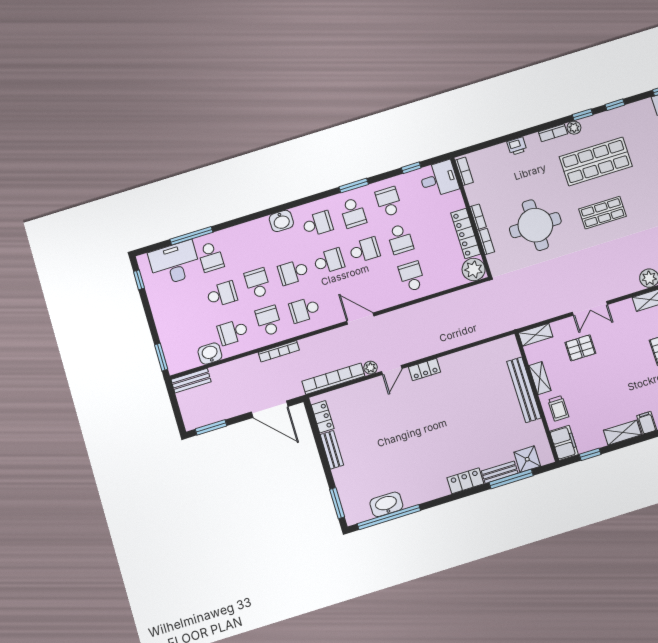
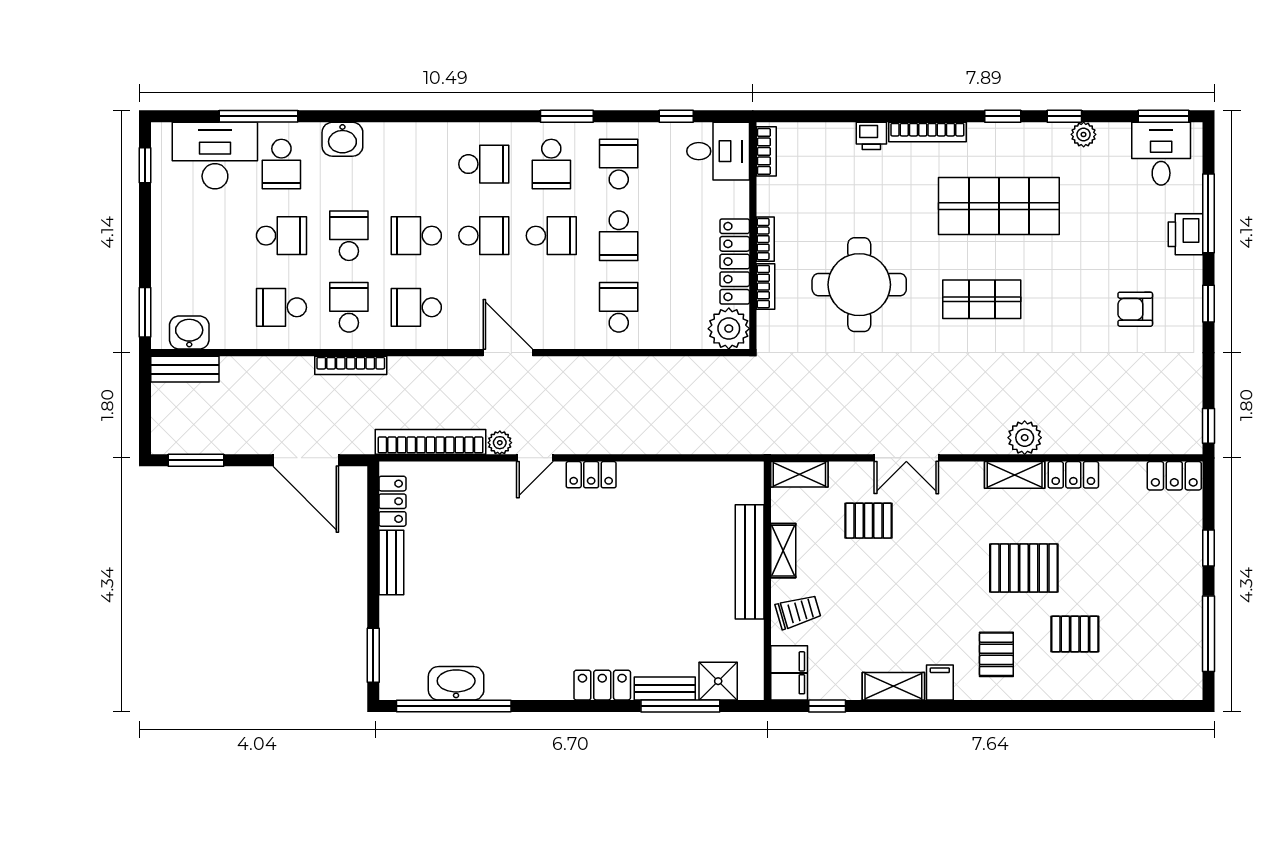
plant: (574, 128) -> (1084, 134), moved
bookcase: (553, 133) -> (927, 132), width x1.56
washbasin: (281, 221) -> (342, 139), moved
washbasin: (210, 354) -> (189, 332), moved
trolley: (558, 408) -> (798, 612), turned -106

